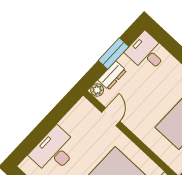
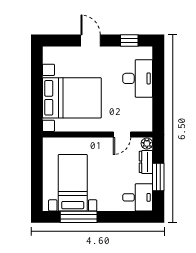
door: (111, 117) -> (122, 134), hinge flipped

